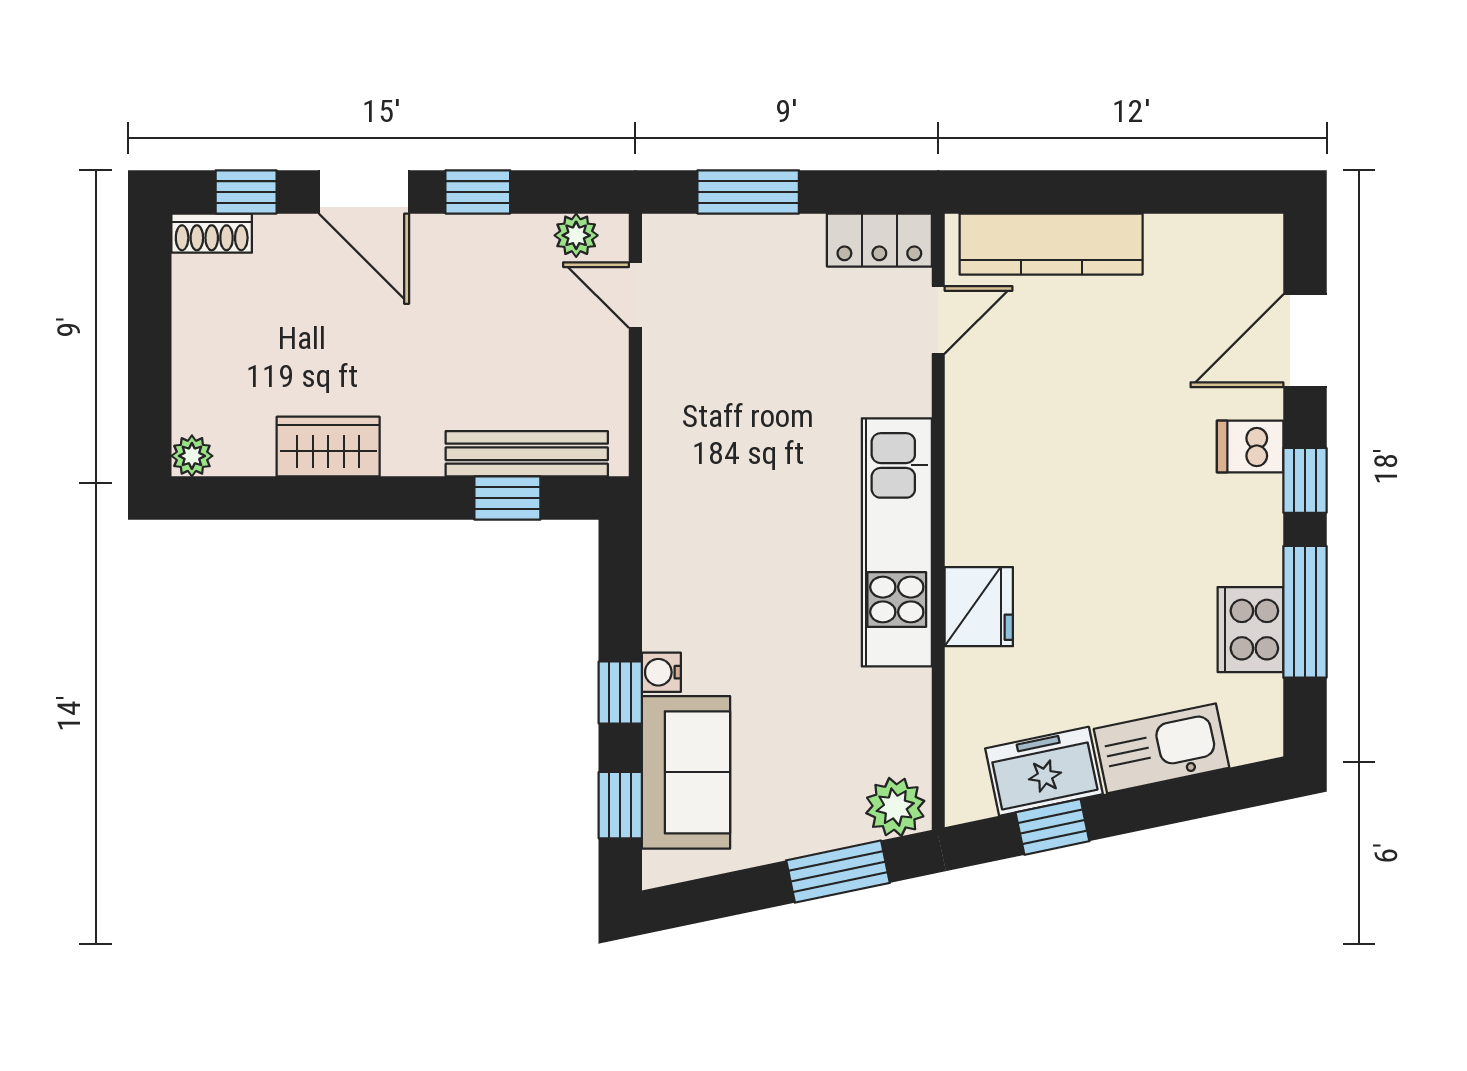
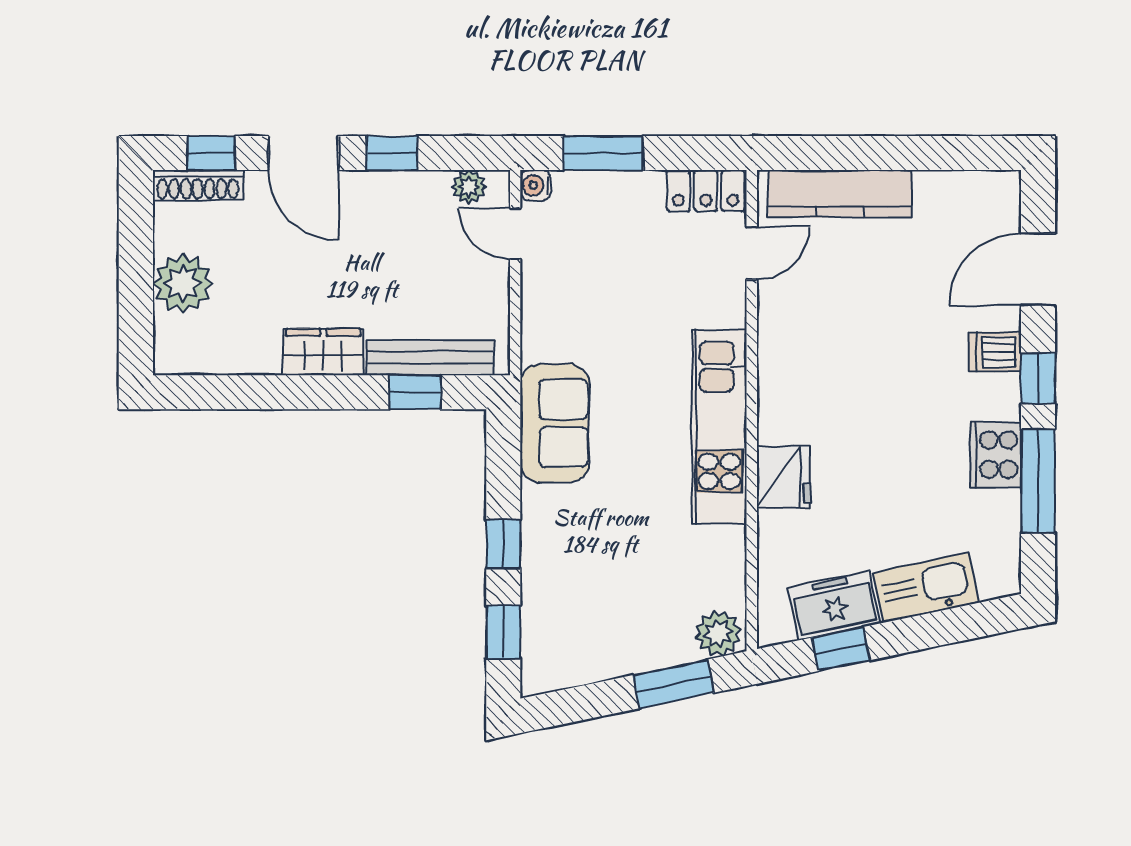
shoe rack: (212, 233) -> (198, 185), width x1.43
wardrobe: (328, 447) -> (323, 352), moved
plant: (192, 456) -> (183, 283), moved, width x1.88, depth x1.88
cooker: (1250, 630) -> (996, 455), moved
water cooler: (661, 672) -> (535, 185), moved
sofa: (686, 772) -> (555, 423), moved

